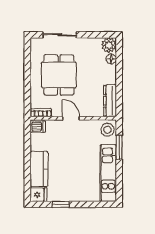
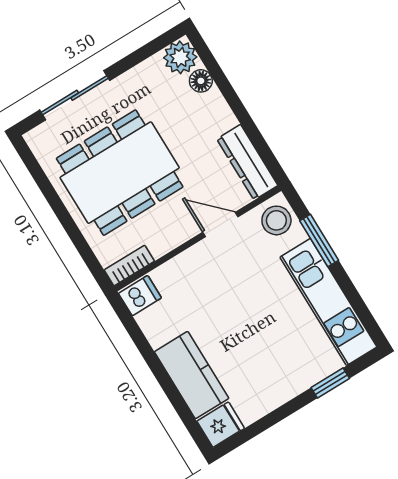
dining table: (59, 75) -> (120, 173), width x1.37
door: (71, 118) -> (220, 225), moved
window: (61, 204) -> (330, 383), moved

